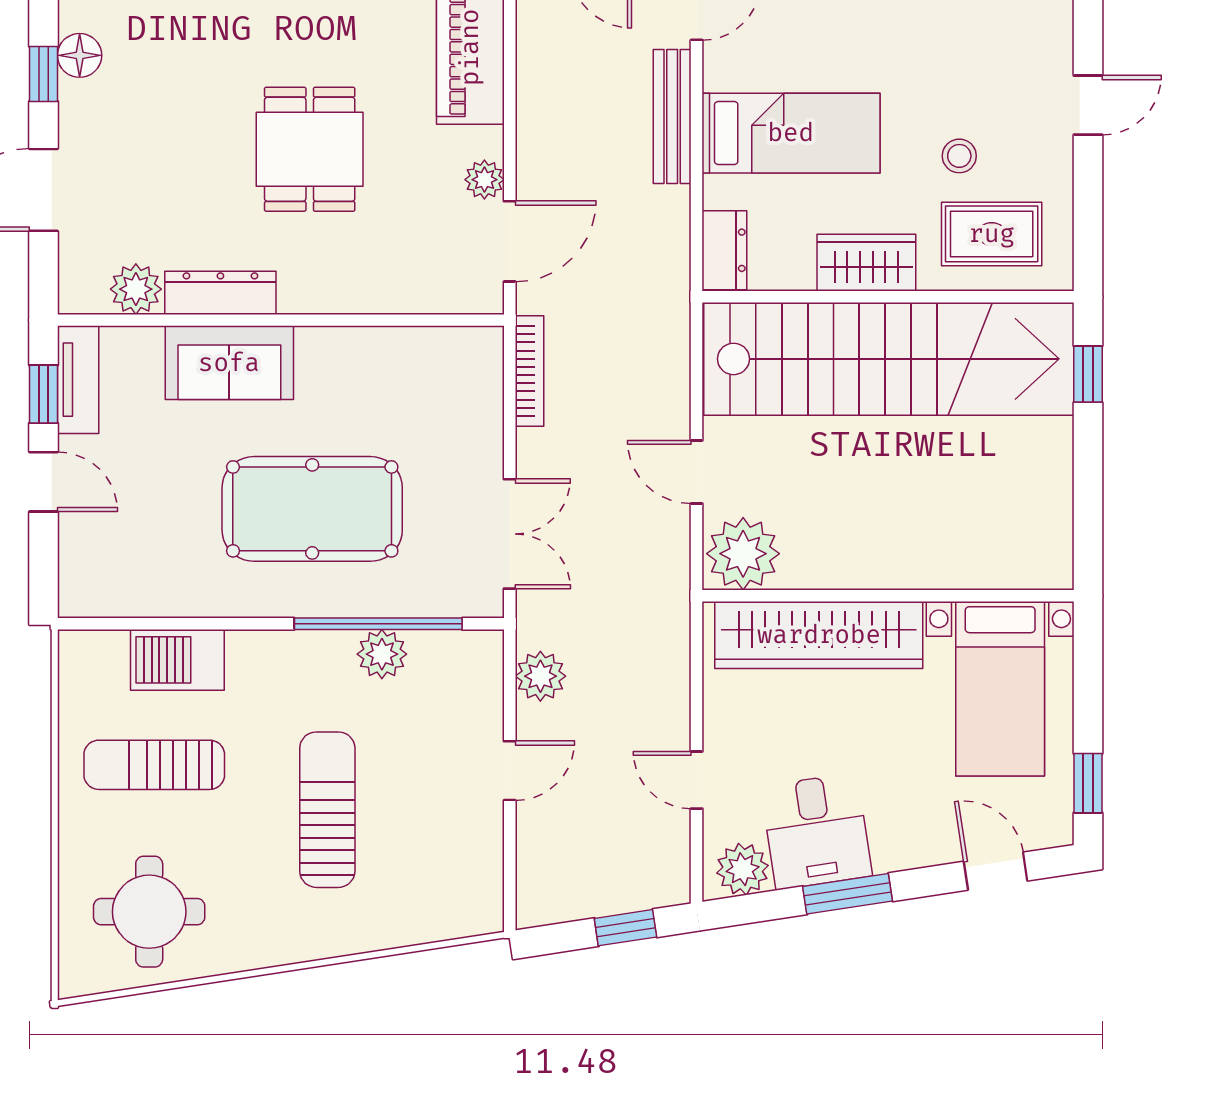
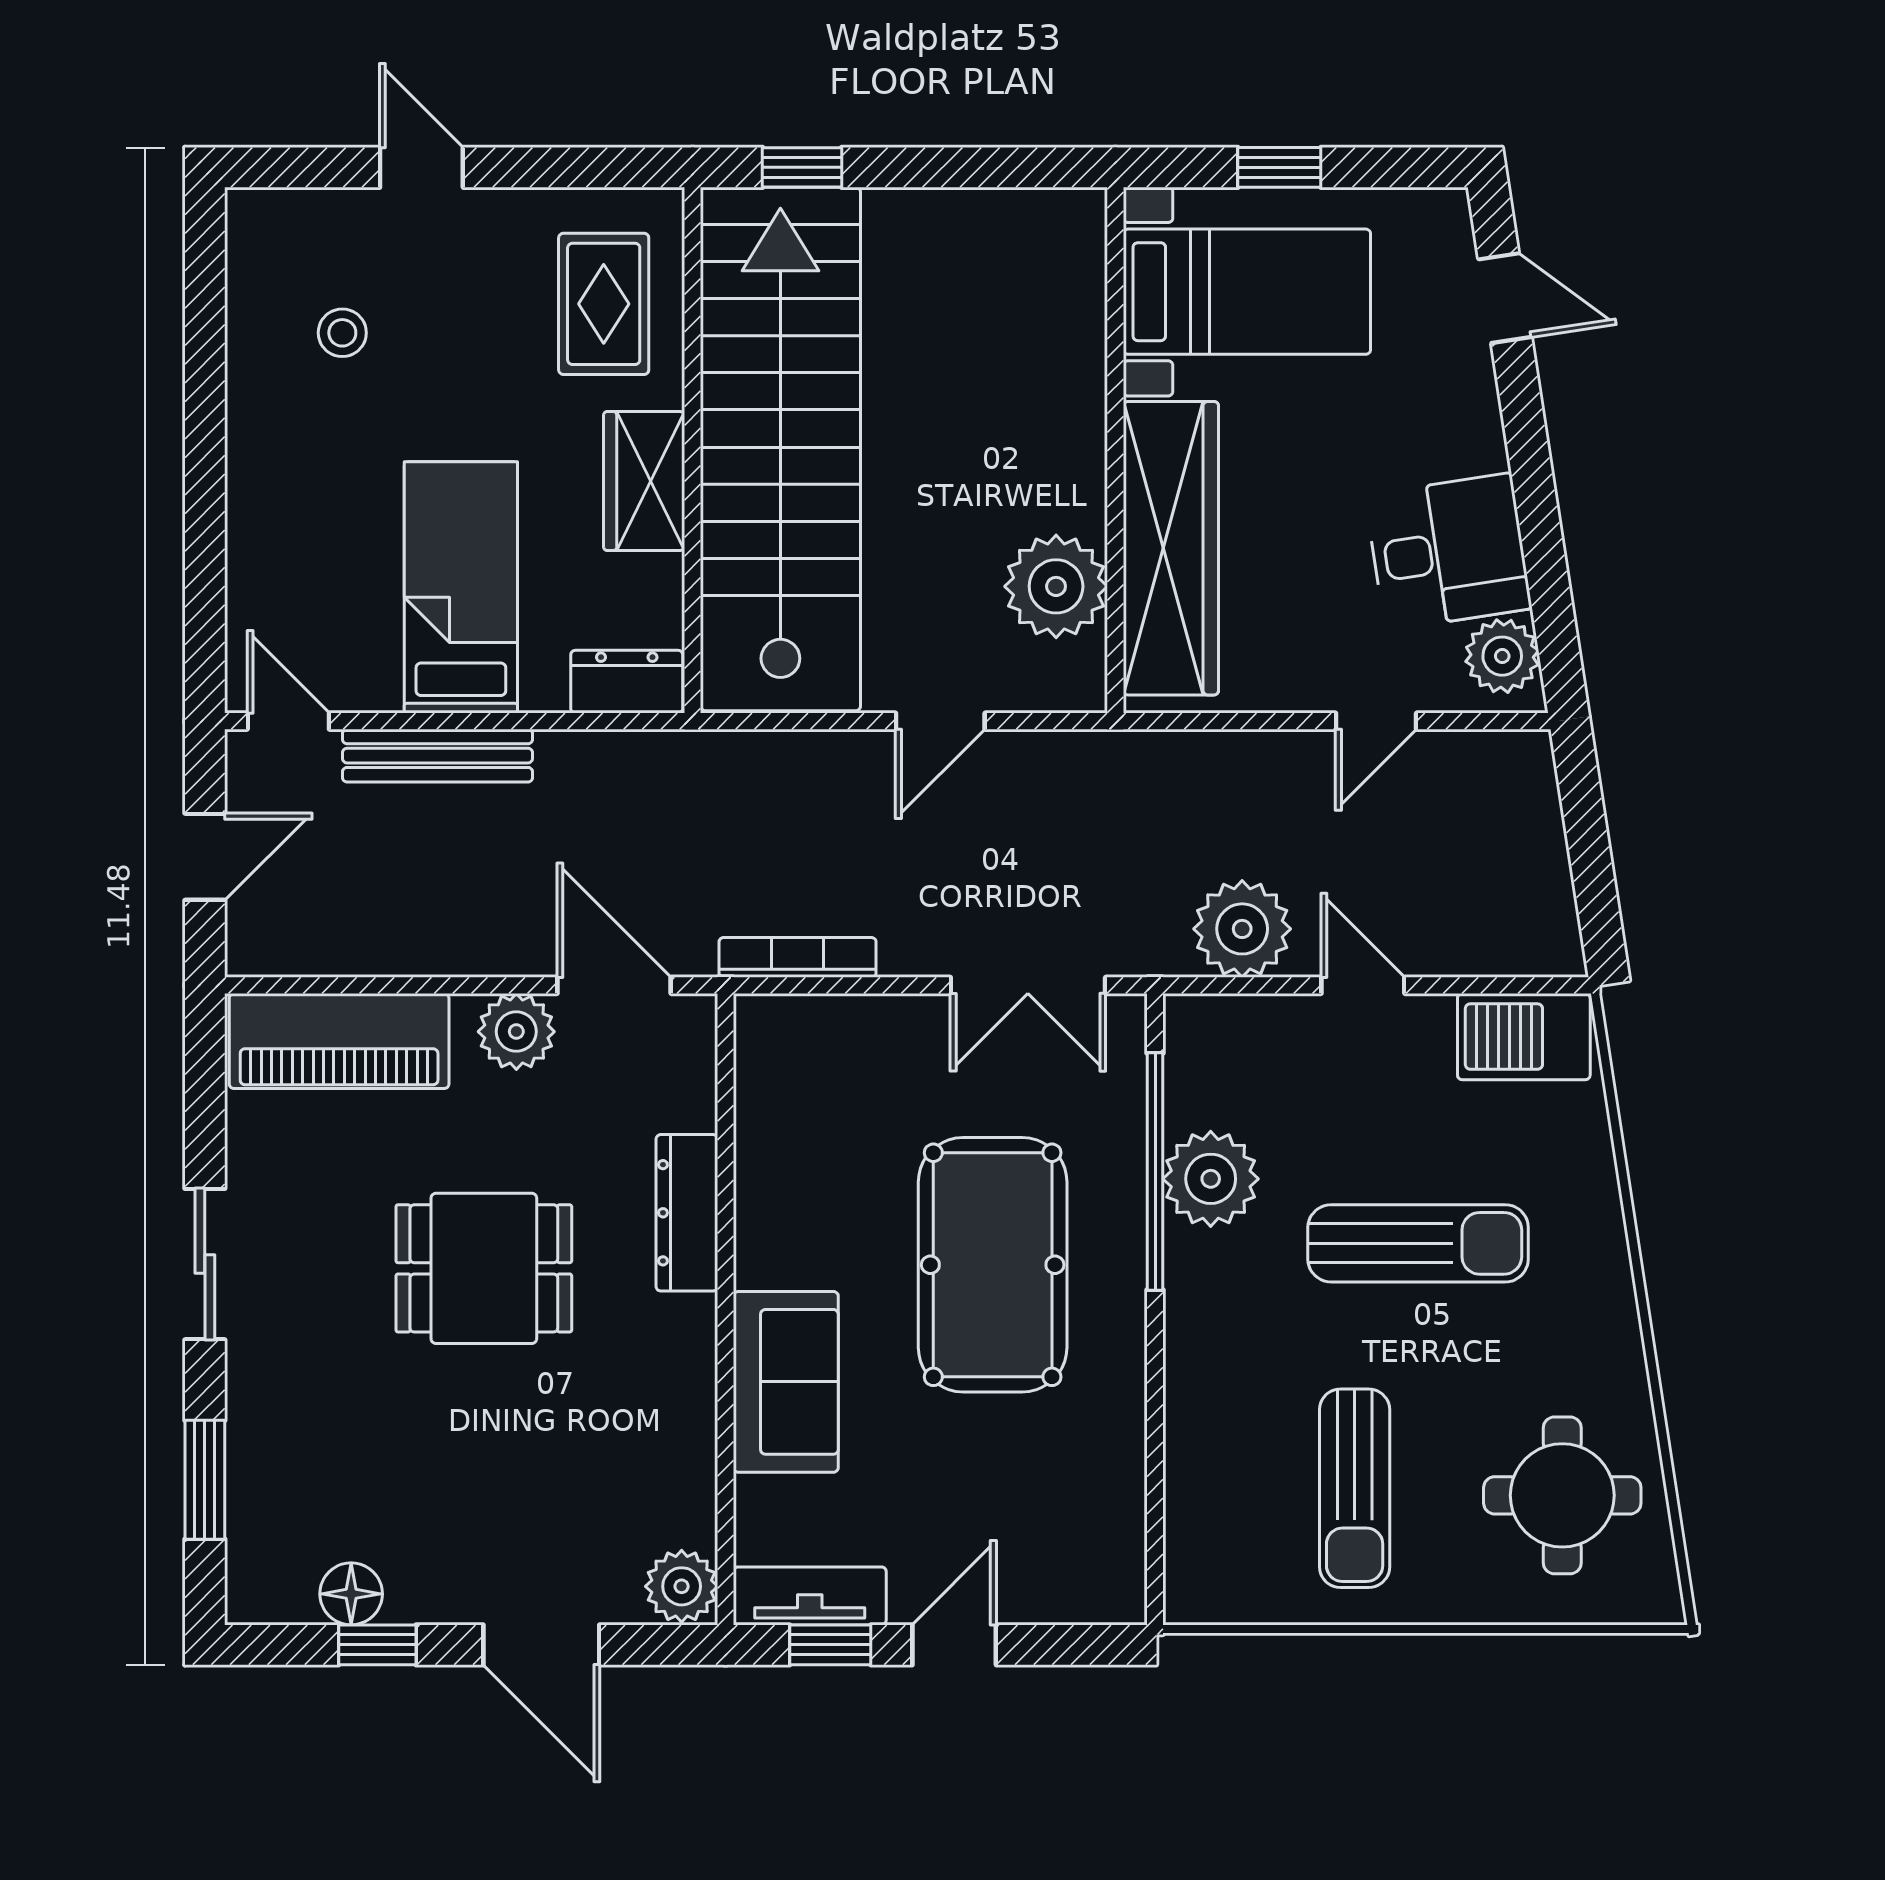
stool: (959, 156) -> (342, 333), moved
plant: (484, 180) -> (516, 1032), width x1.38, depth x1.38
plant: (136, 289) -> (682, 1586), moved
dresser: (220, 293) -> (687, 1213), moved
double door: (510, 534) -> (1028, 985), swing flipped
plant: (743, 554) -> (1056, 586), moved
plant: (382, 654) -> (1211, 1179), width x1.36, depth x1.36
barbecue: (177, 660) -> (1524, 1037), moved, turned 90
plant: (540, 676) -> (1242, 929), width x1.36, depth x1.36
window: (1088, 783) -> (1279, 167), moved
sun lounger: (327, 810) -> (1418, 1243), turned 180
door: (996, 871) -> (1505, 298), swing flipped
window: (848, 894) -> (1537, 507), removed
window: (625, 928) -> (1585, 822), removed

